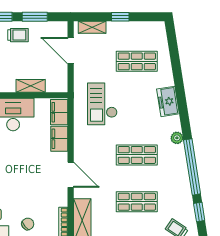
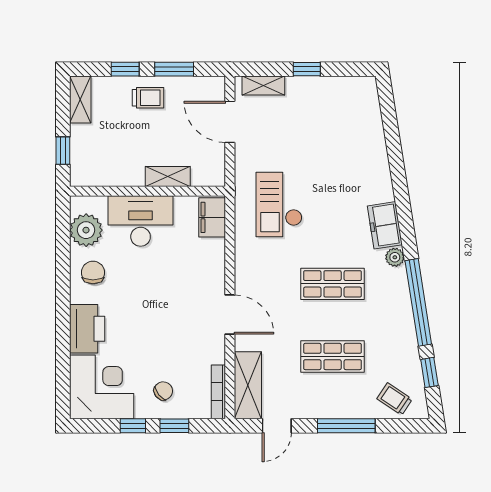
shop shelf: (137, 61) -> (333, 138), removed
freezer: (168, 101) -> (385, 225), moved
filing cabinet: (59, 139) -> (212, 259), removed

